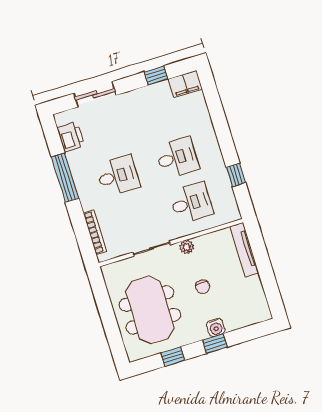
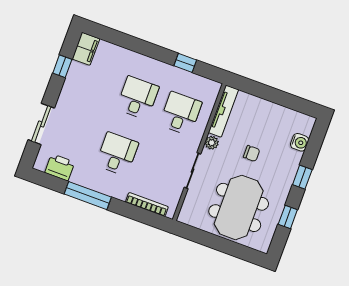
tv unit: (244, 250) -> (223, 111), moved, turned -90
meeting table: (150, 310) -> (239, 207), turned 90
water cooler: (216, 327) -> (300, 142), moved

